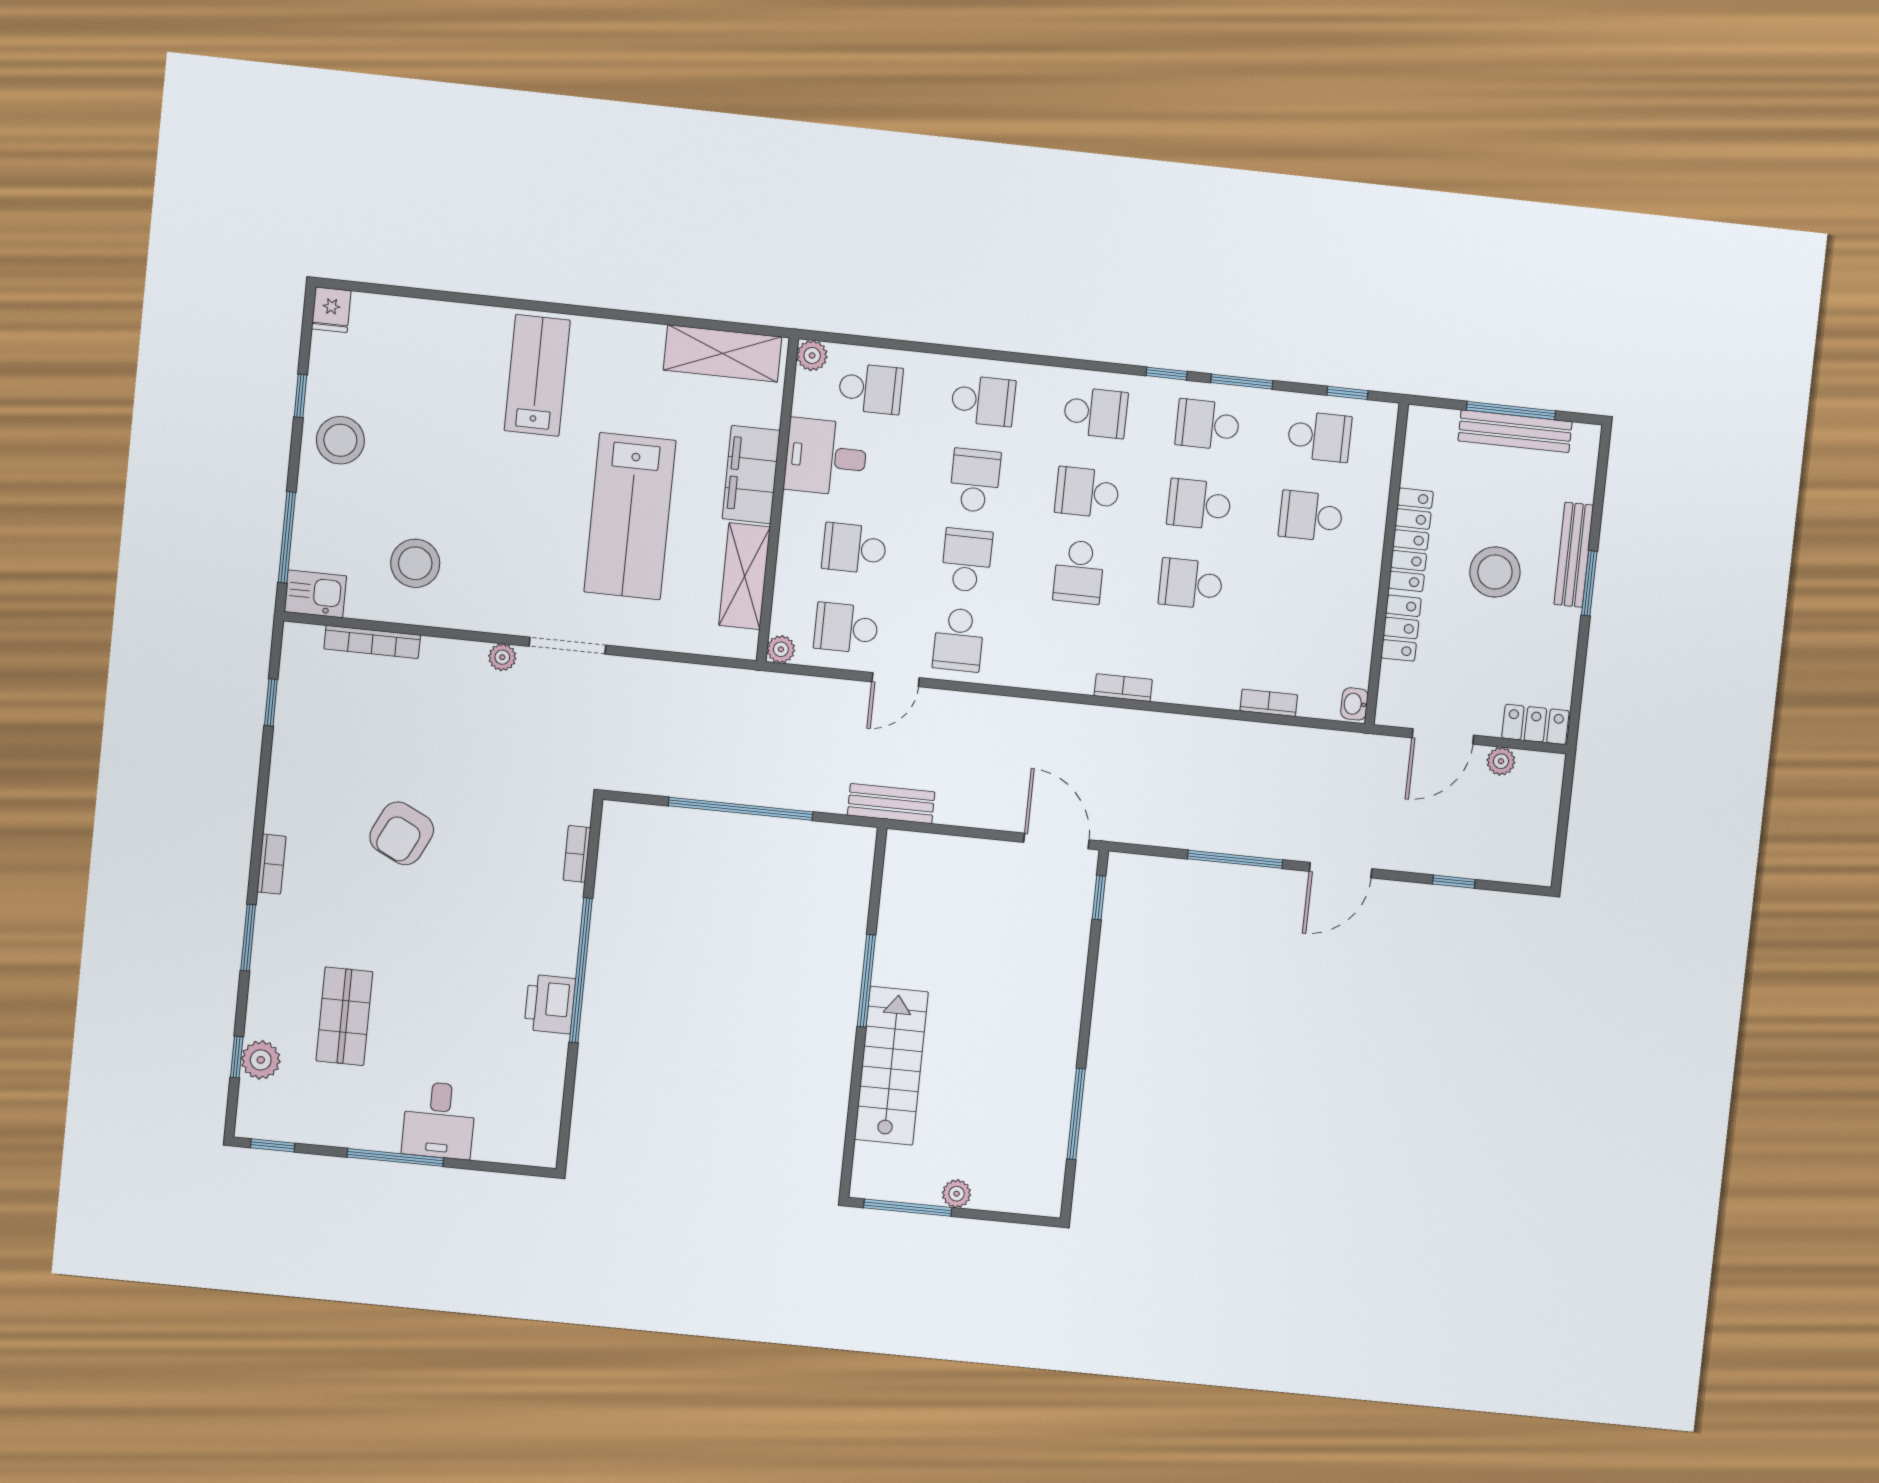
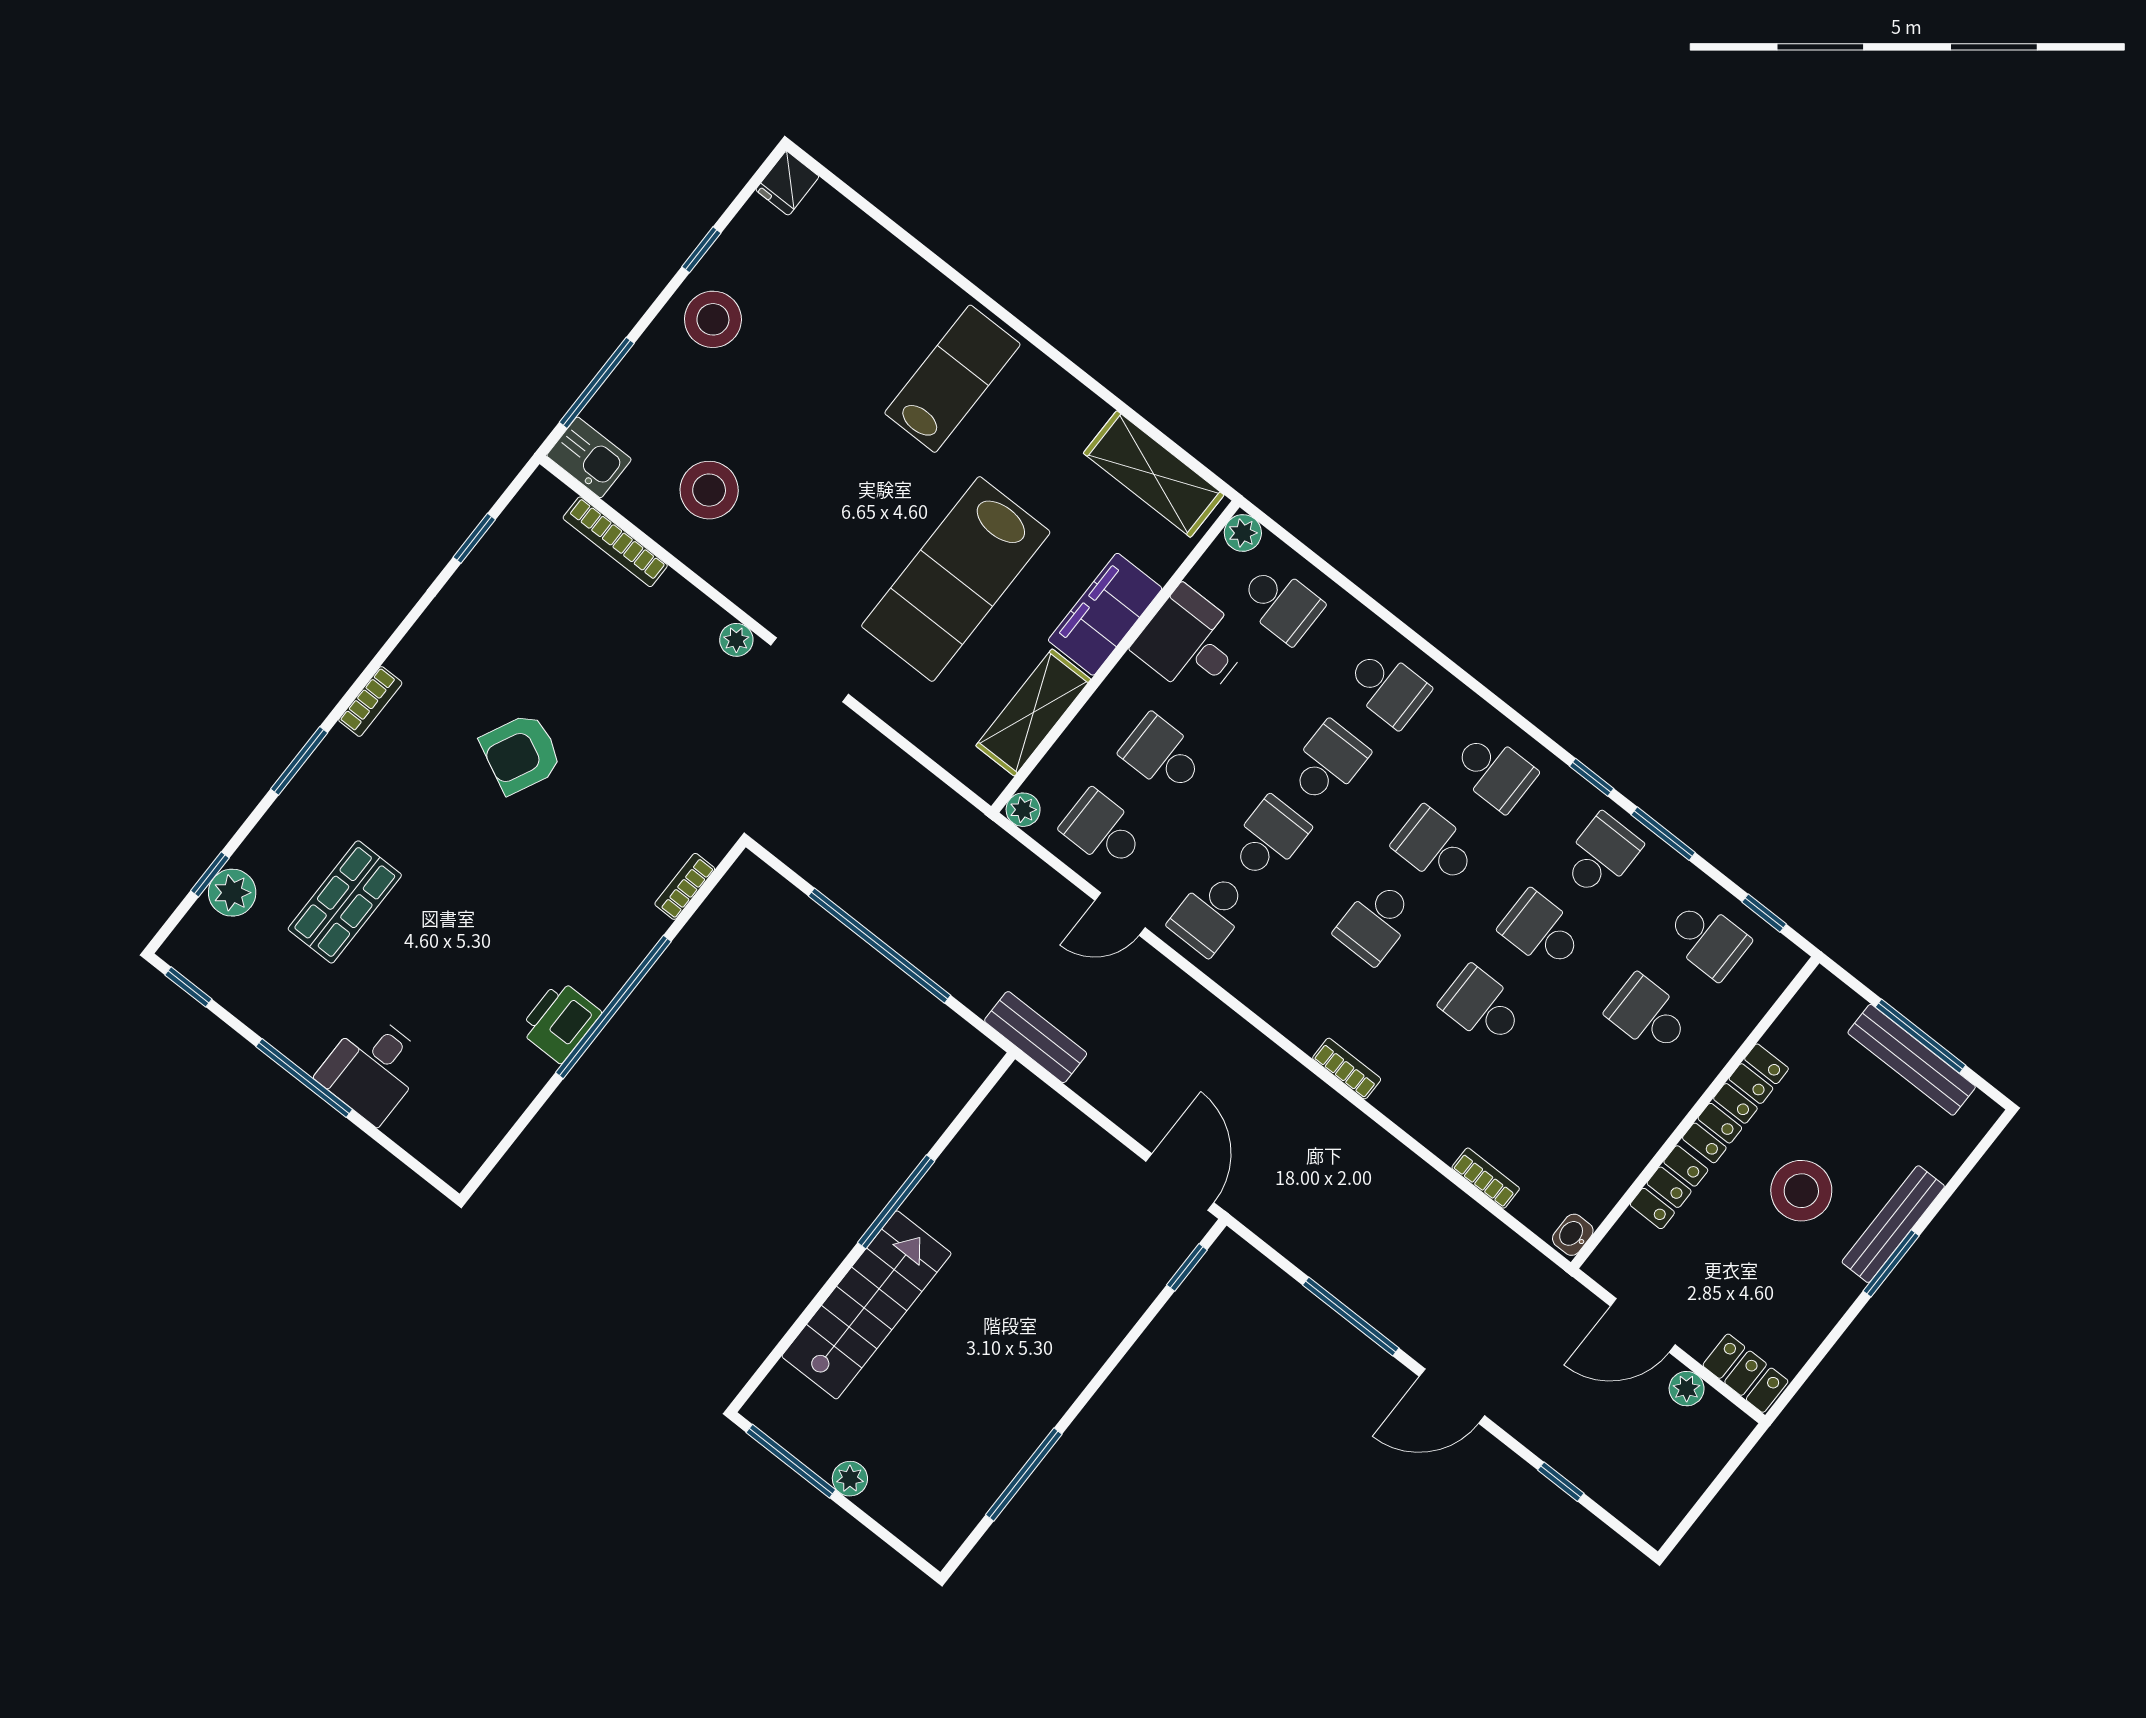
school desk: (1208, 425) -> (1601, 855), turned 90

